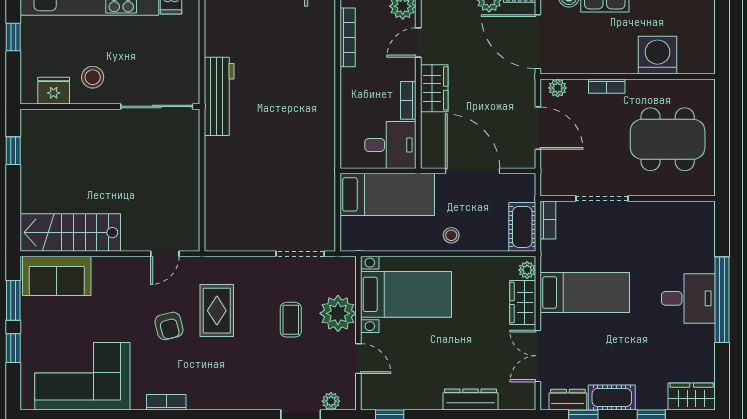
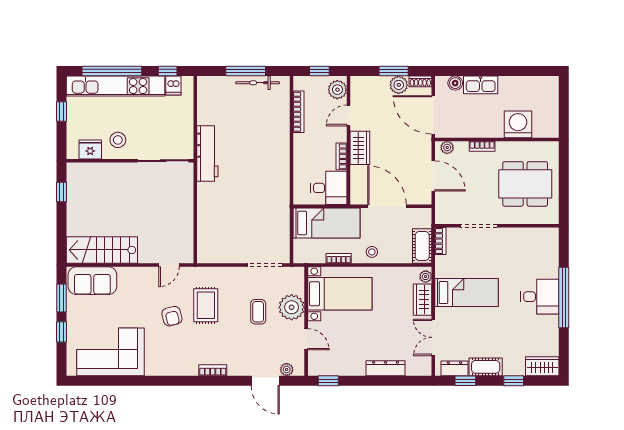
bookcase: (404, 244) -> (339, 258), added
bookcase: (166, 402) -> (213, 370), moved

